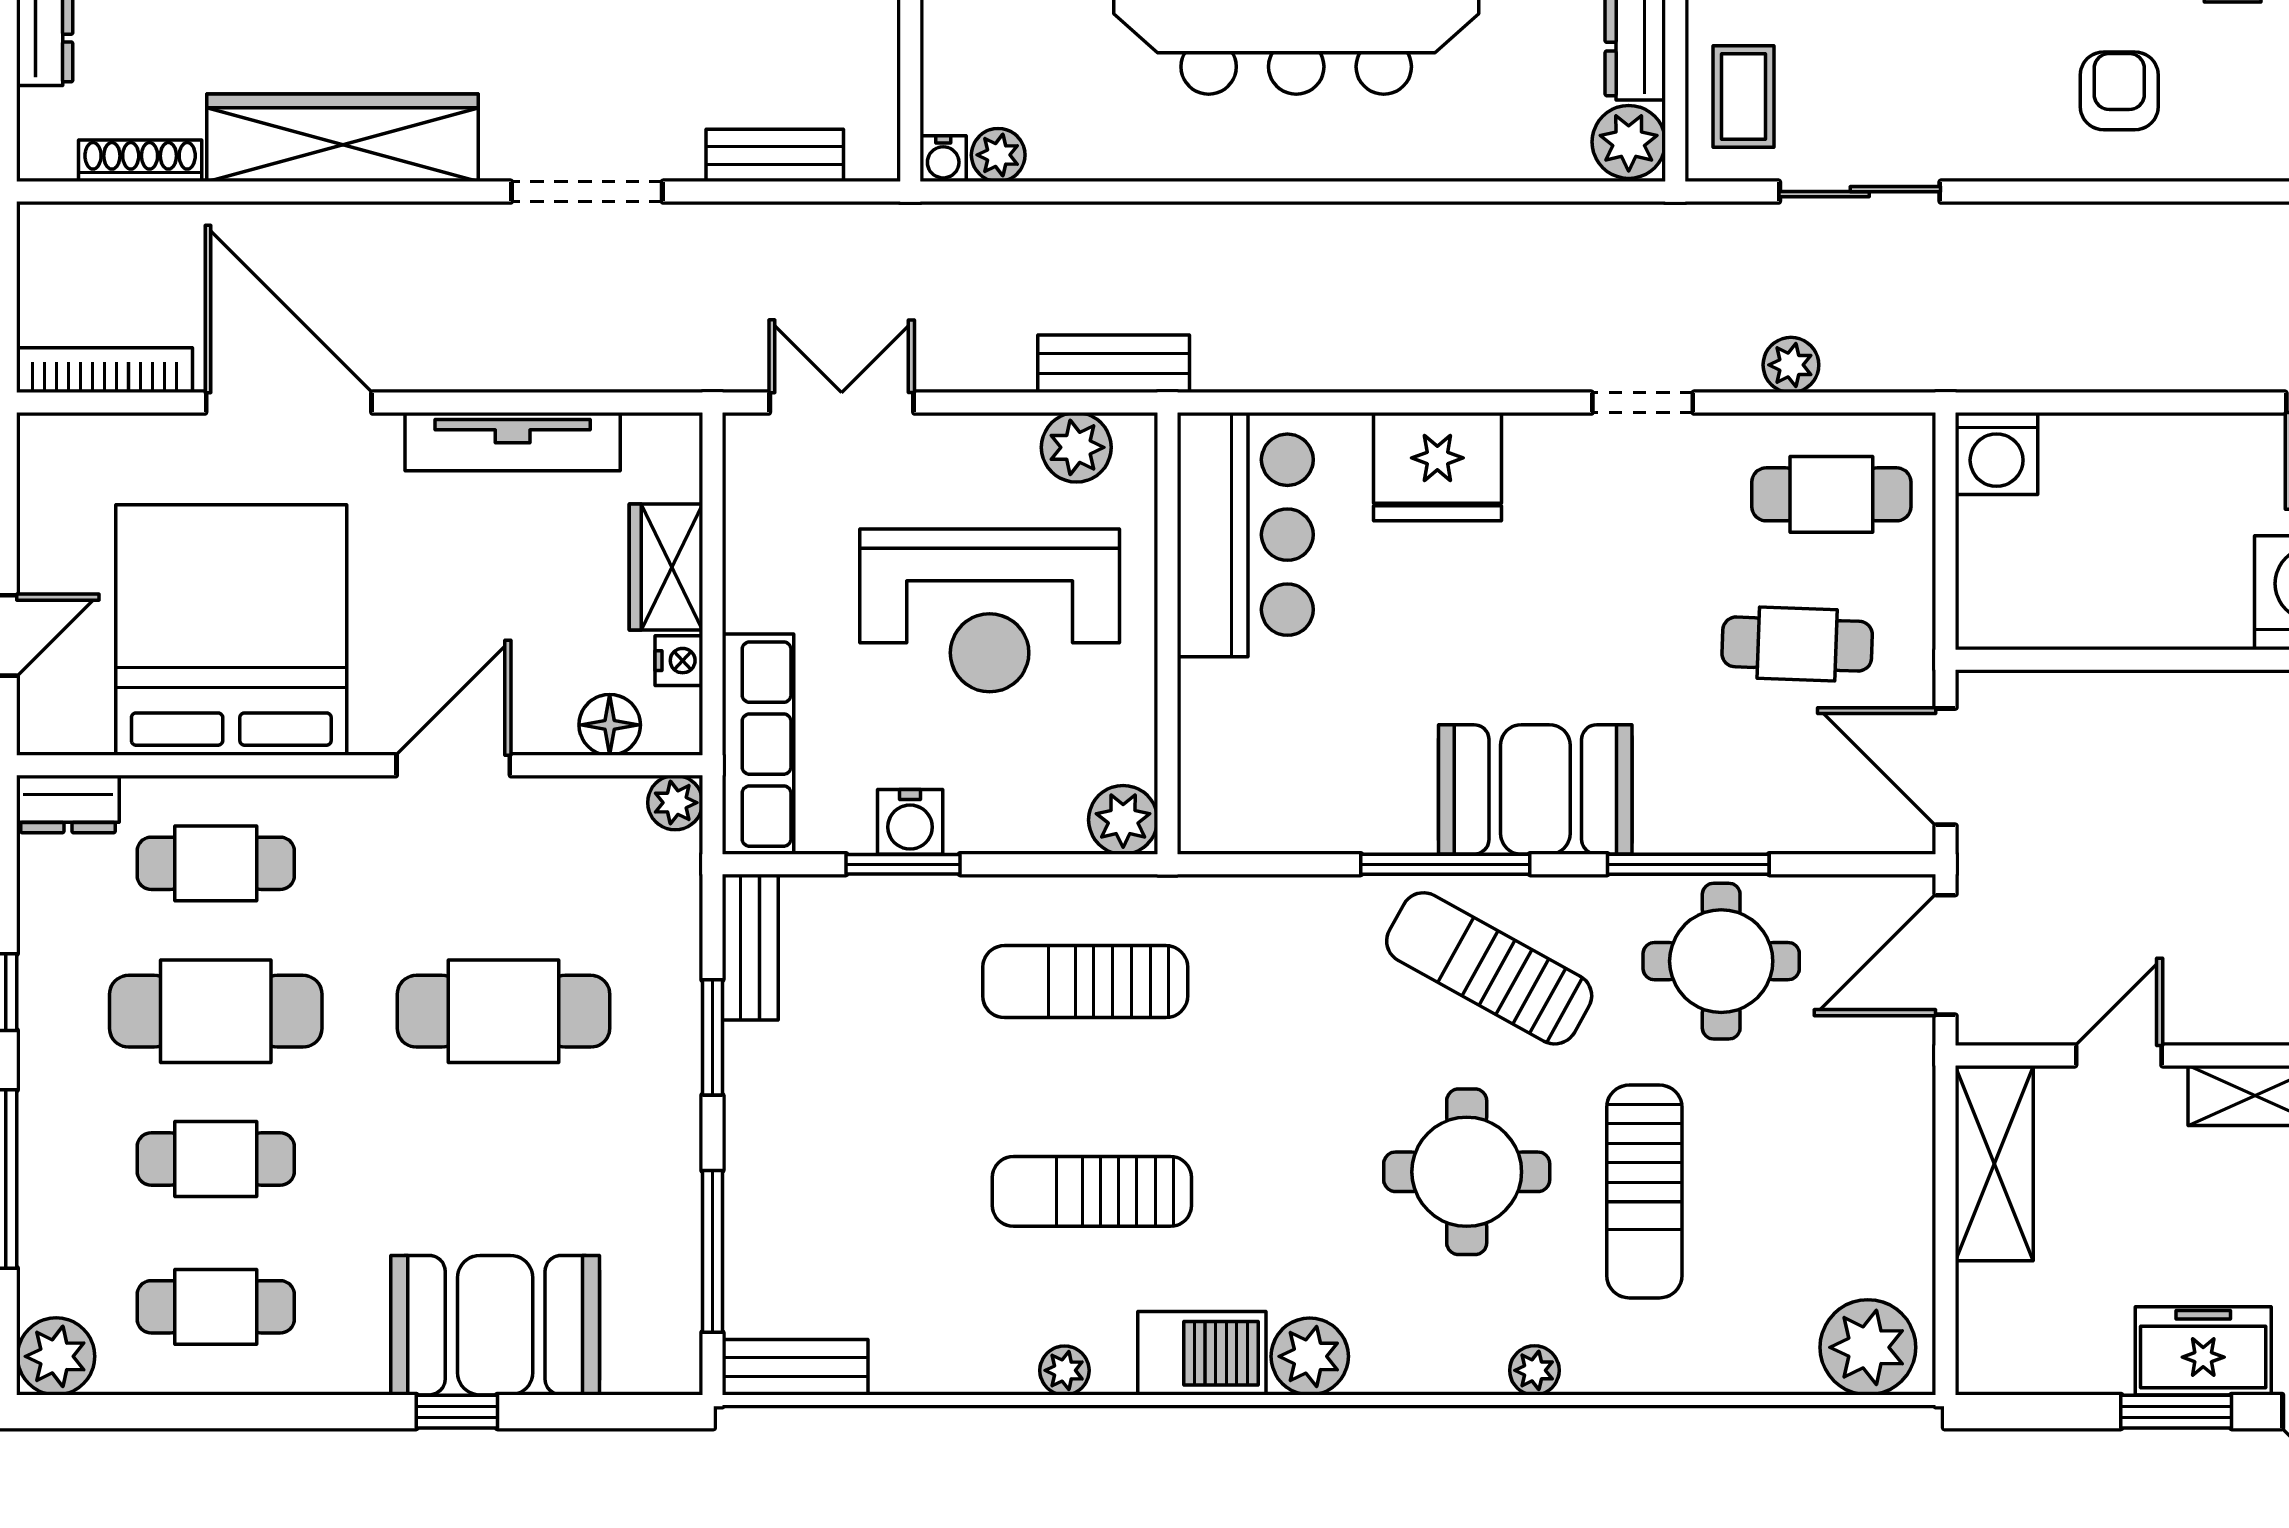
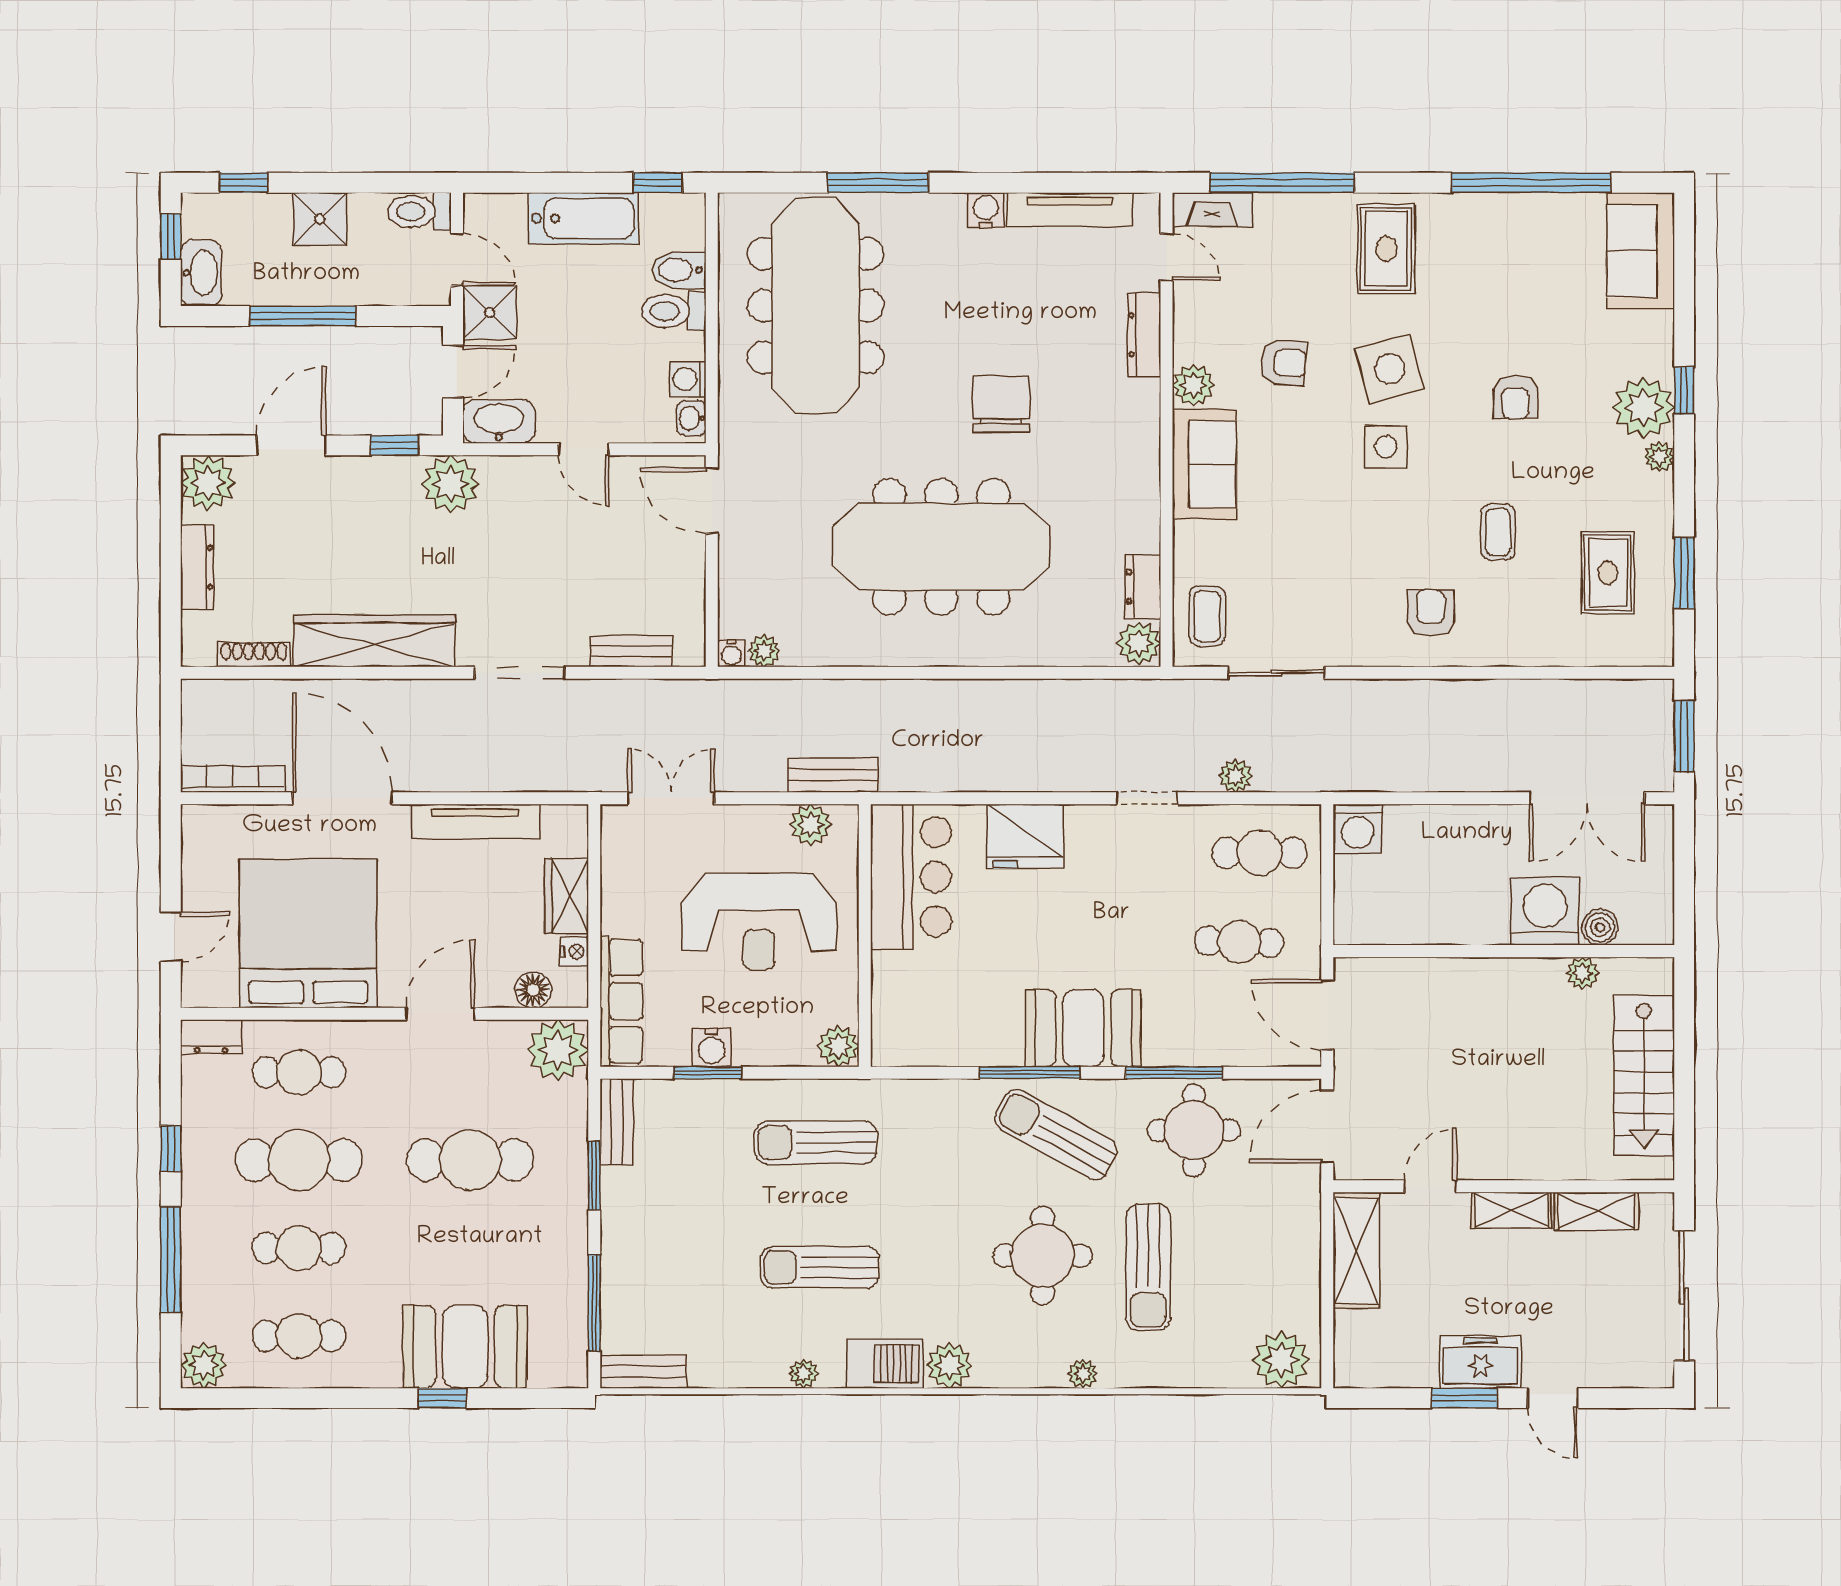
plant: (675, 803) -> (558, 1050), width x1.87, depth x1.87

